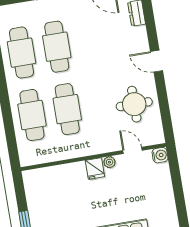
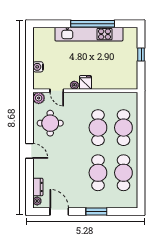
plant: (156, 136) -> (39, 98), added
water cooler: (160, 155) -> (38, 67), moved

